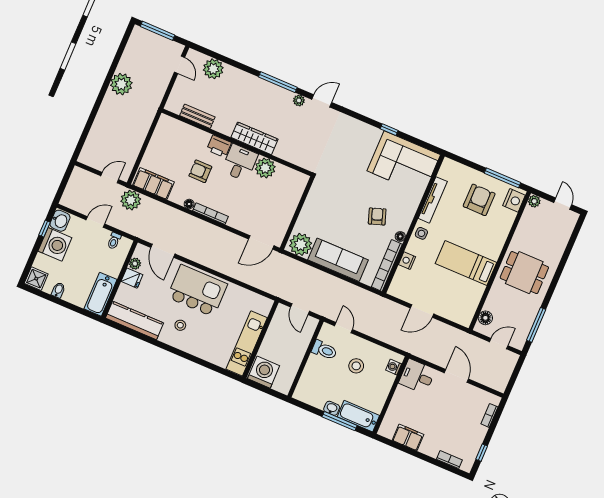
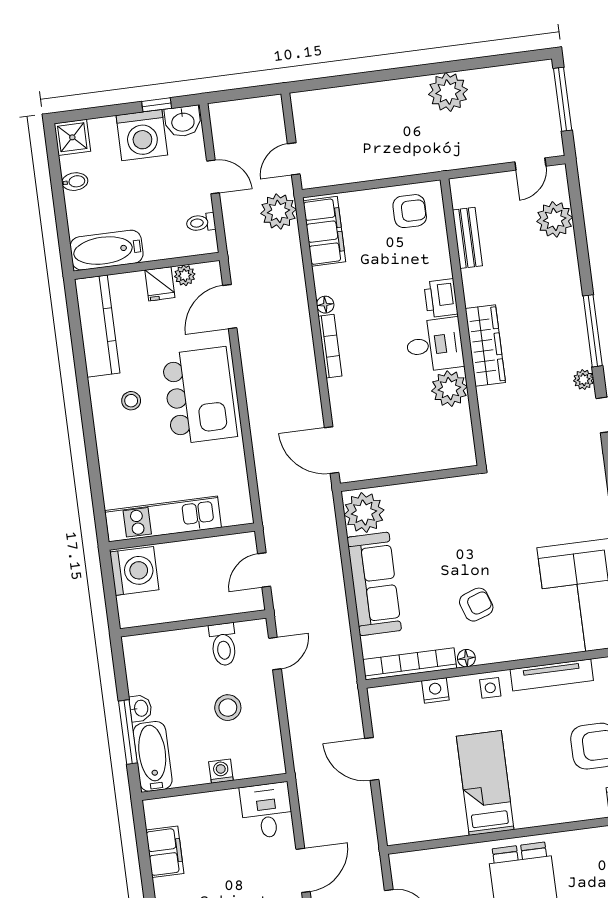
armchair: (200, 171) -> (410, 211), moved, turned 90
door: (110, 178) -> (294, 159), swing flipped
floor lamp: (485, 318) -> (418, 862), removed
washing machine: (394, 367) -> (221, 771), moved

